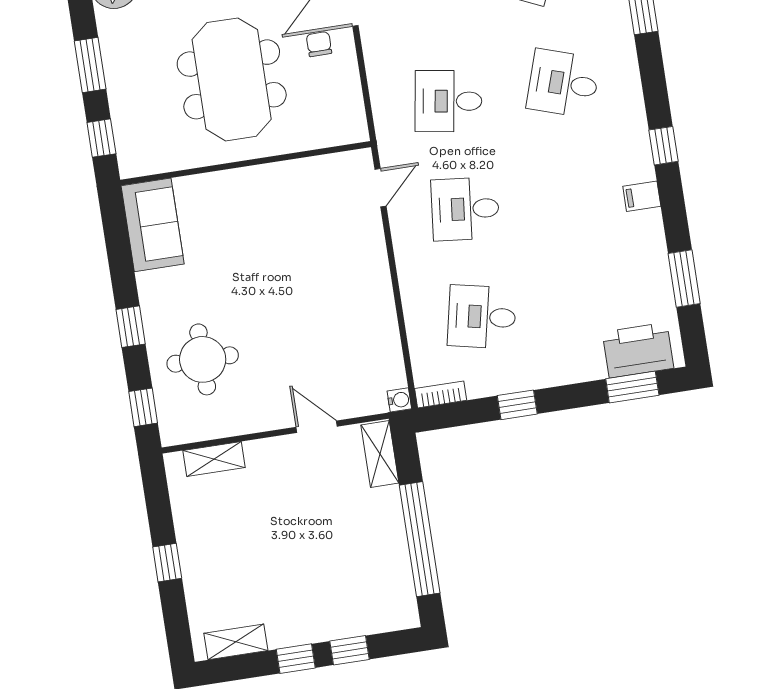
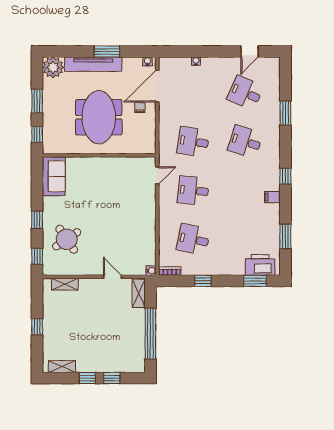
round table: (203, 359) -> (67, 239), turned -34

